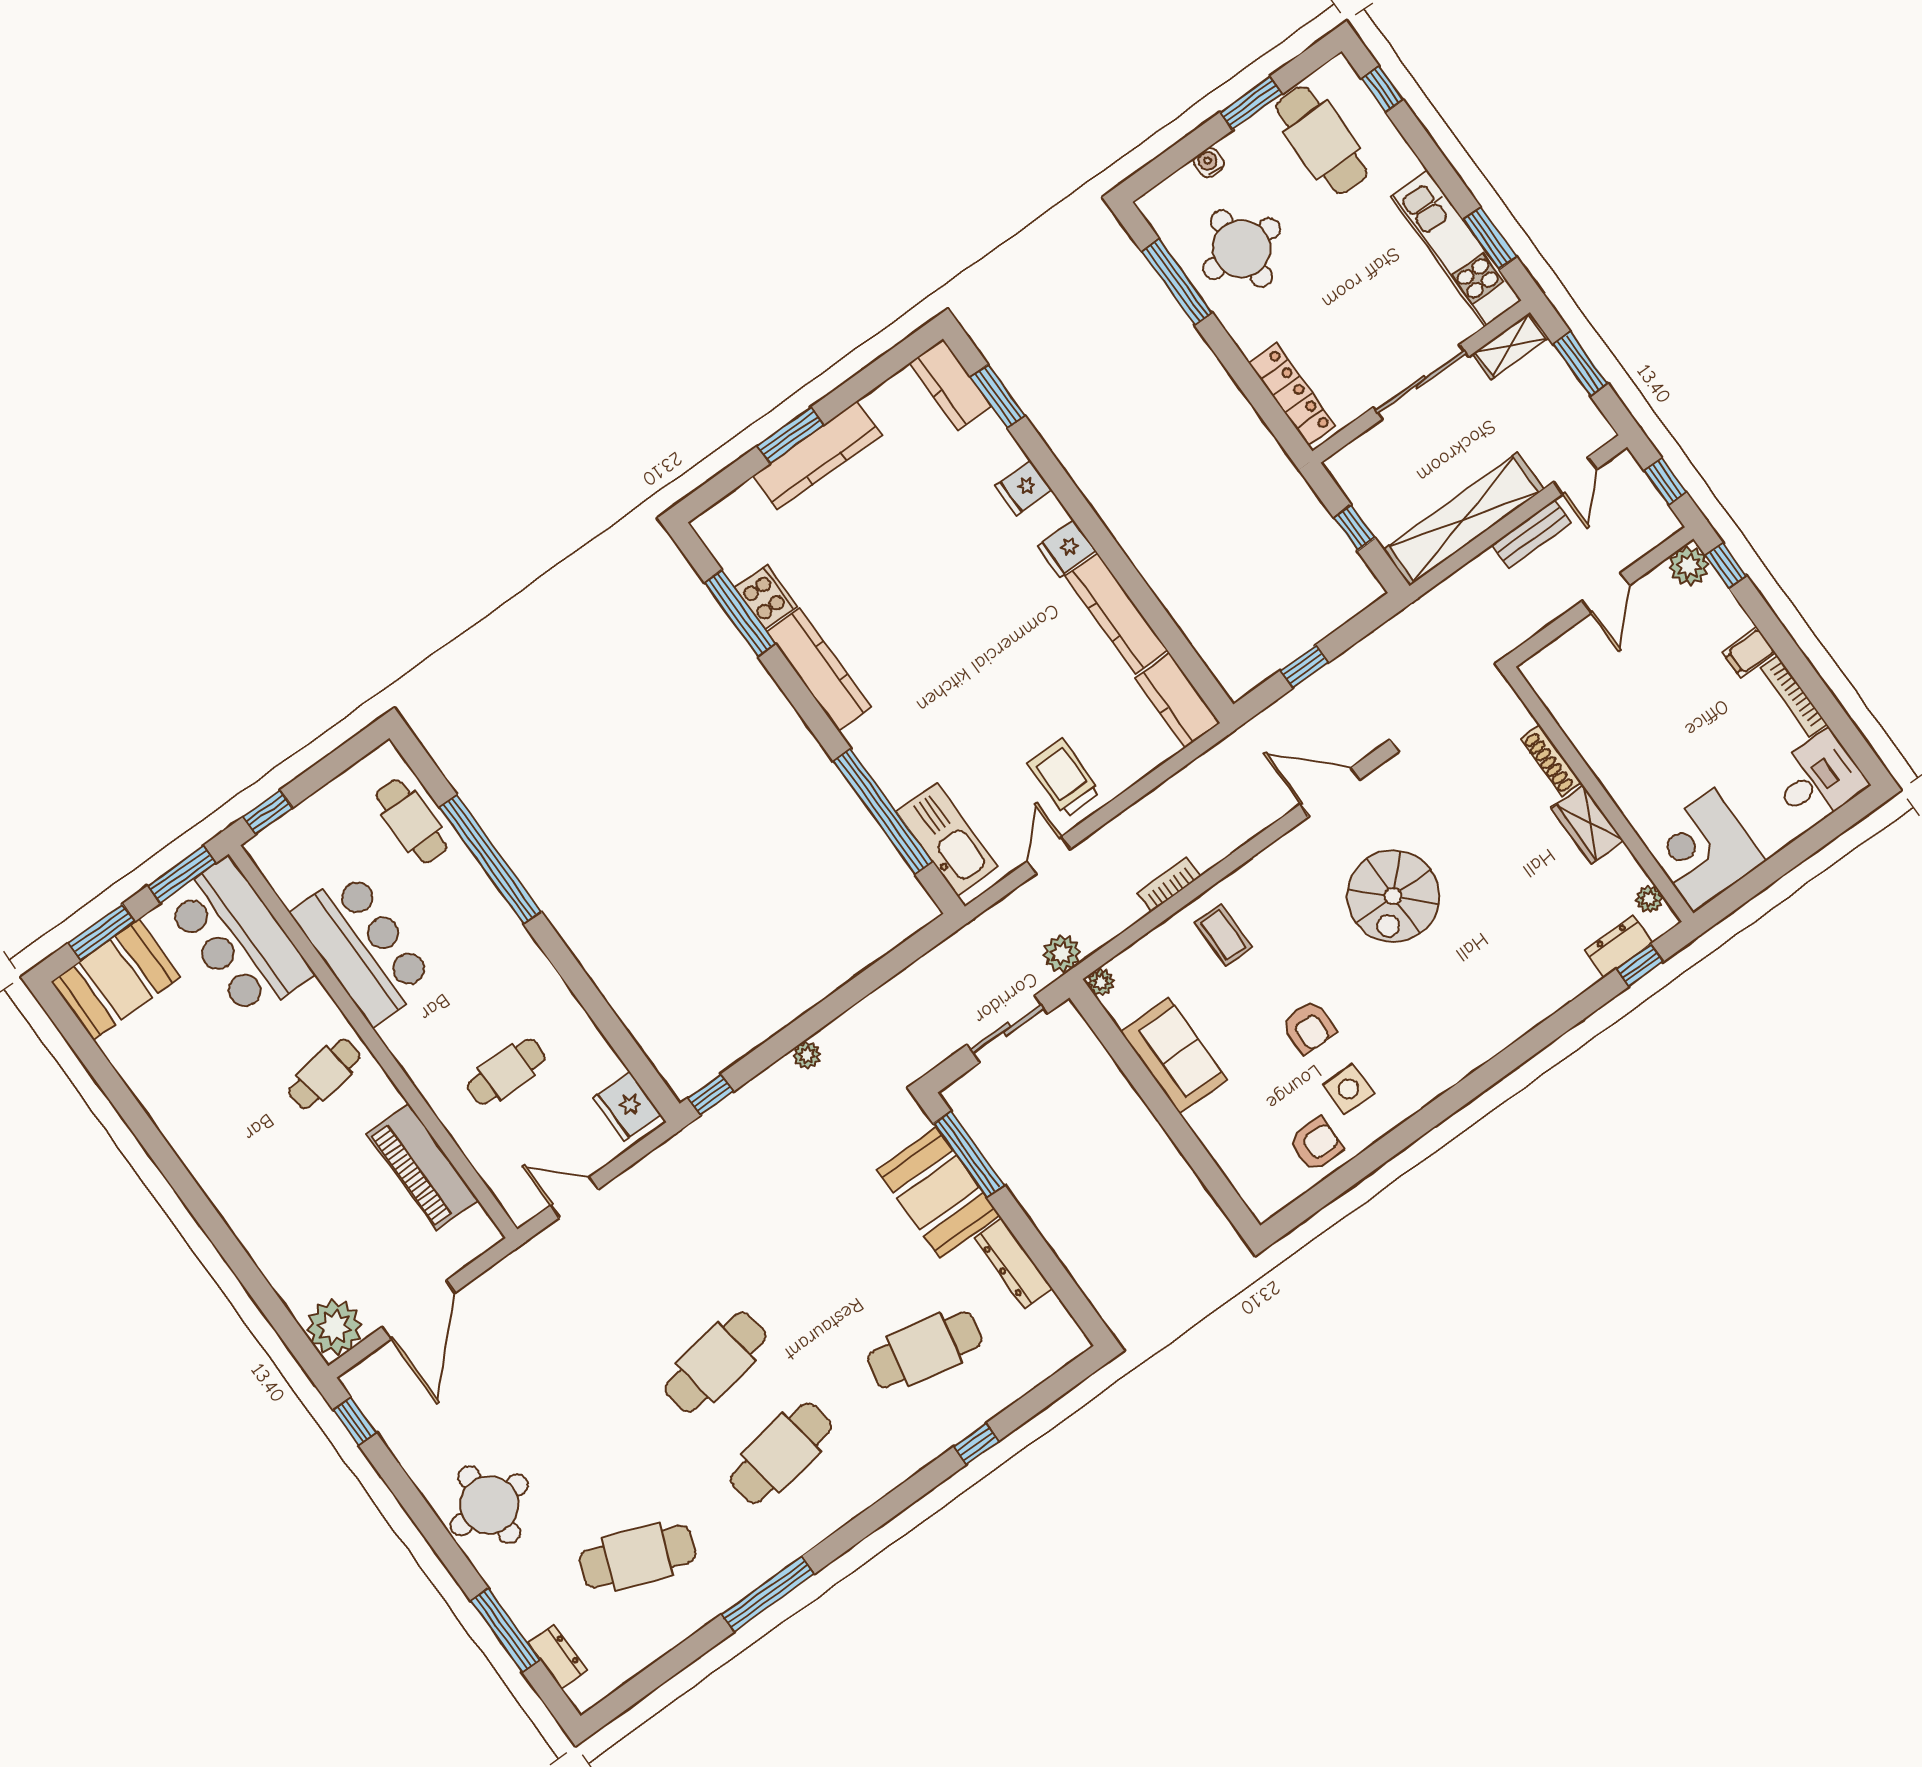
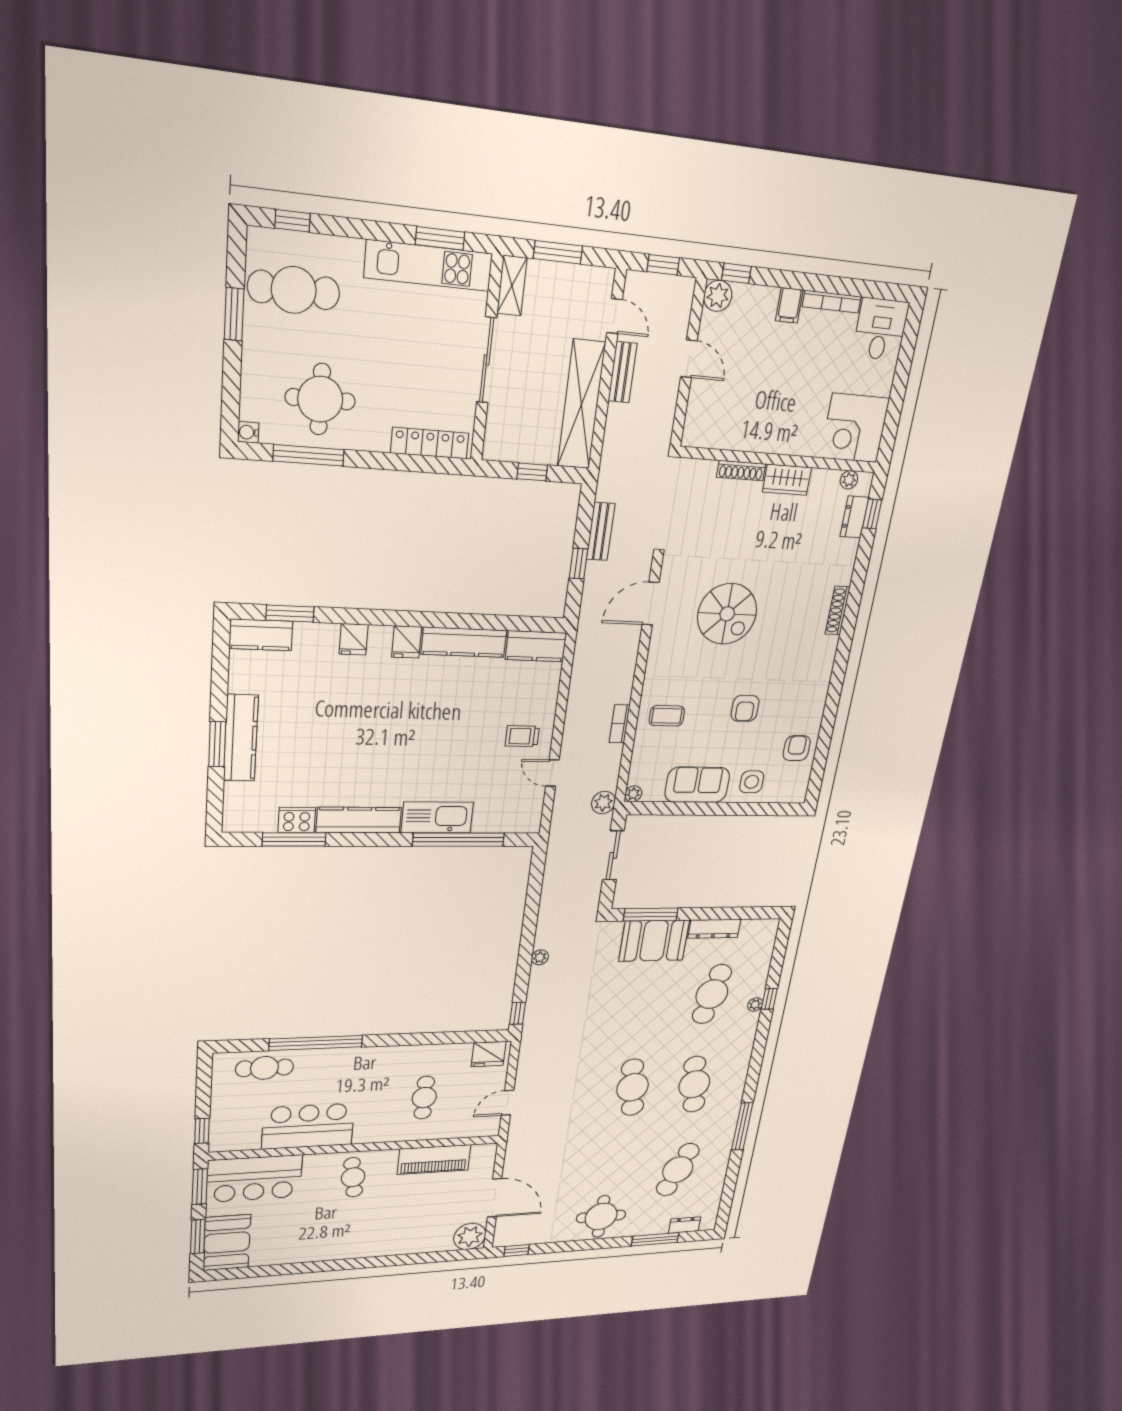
water cooler: (1209, 163) -> (248, 432), moved
bench: (1358, 660) -> (601, 531), added
trolley: (1064, 778) -> (522, 736), width x0.73, depth x0.72
kitchen sink: (947, 839) -> (437, 818), moved
armchair: (1309, 1027) -> (745, 708), turned 90
shoe rack: (1507, 1032) -> (838, 611), added
side table: (1349, 1089) -> (752, 782), moved
plant: (954, 1430) -> (755, 1005), added

